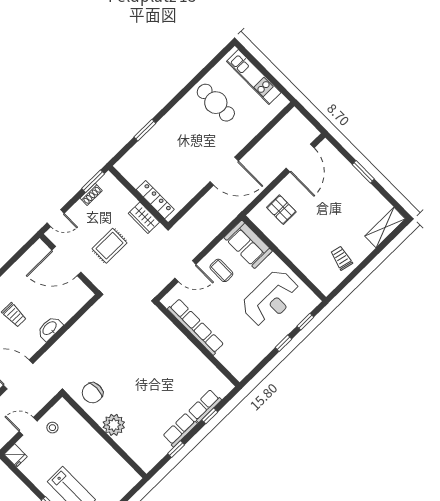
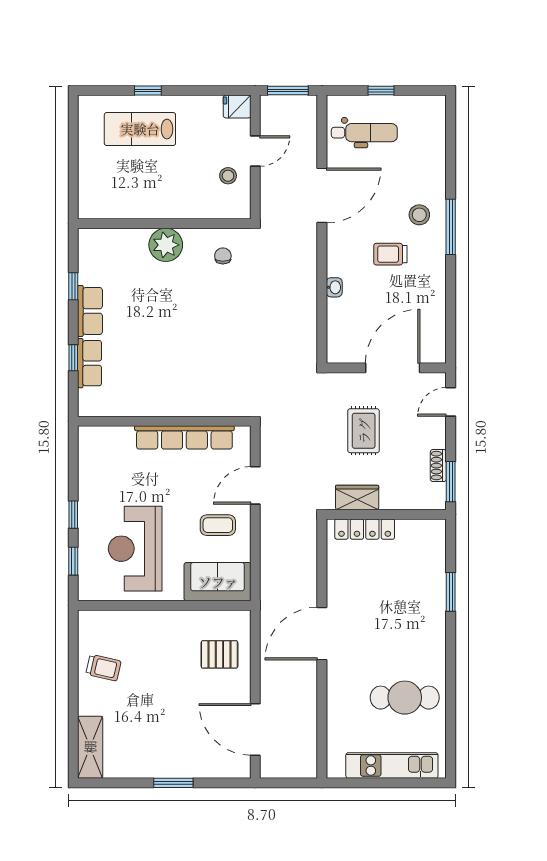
washbasin: (50, 328) -> (334, 287), width x0.52, depth x0.69
chair: (92, 393) -> (223, 256), width x0.54, depth x0.54

